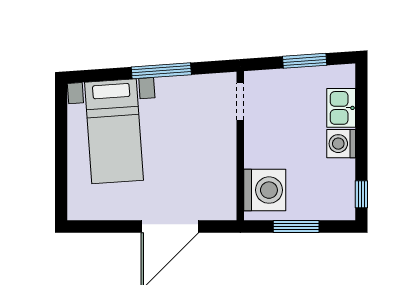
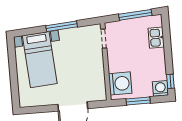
window: (305, 61) -> (135, 15), width x1.44
washing machine: (341, 144) -> (160, 88), moved, turned 90

